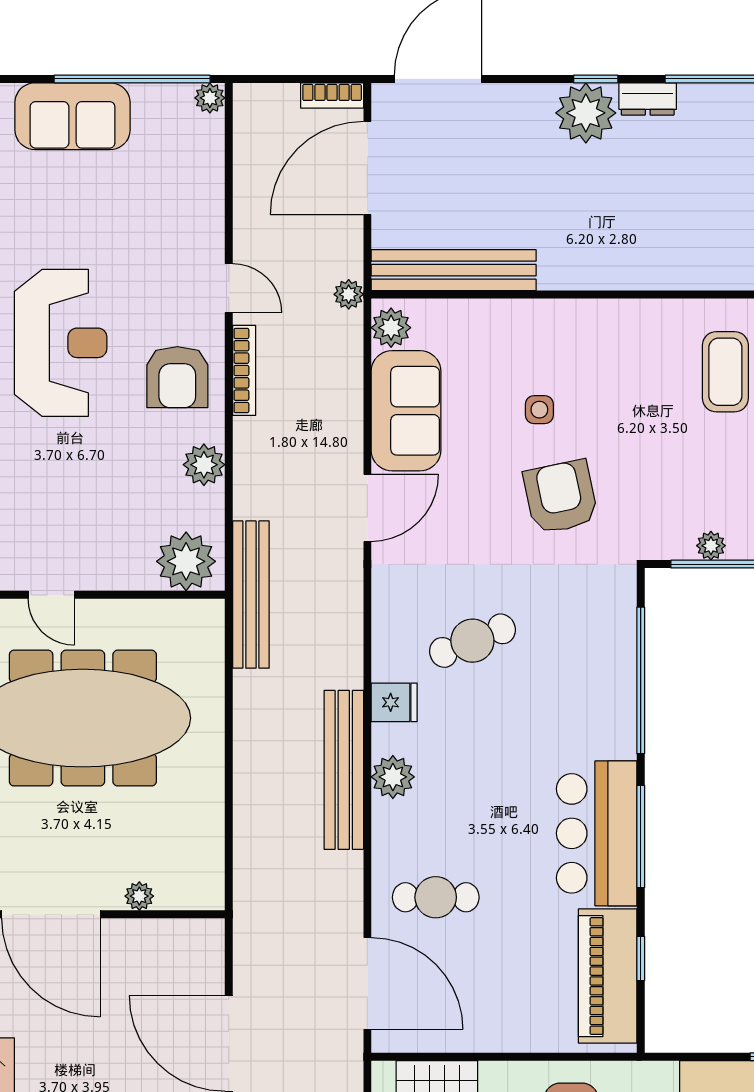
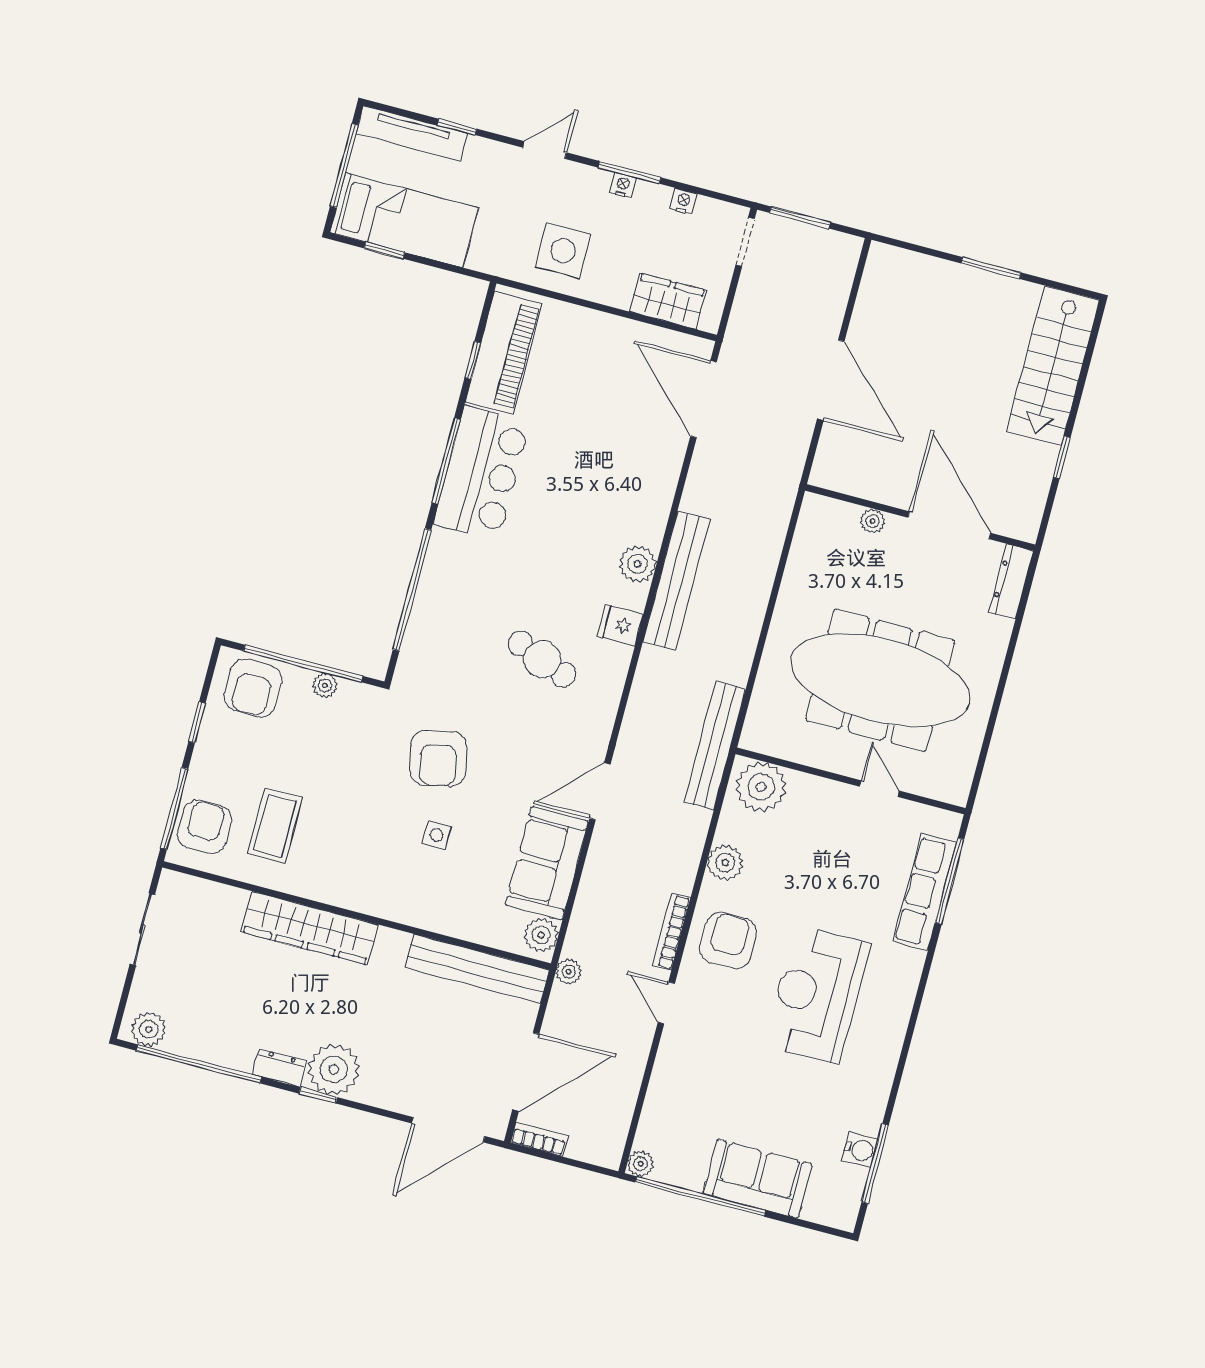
wardrobe: (655, 266) -> (310, 928), added
cafe table: (472, 641) -> (542, 659), turned 43
cafe table: (436, 897) -> (628, 456), removed

